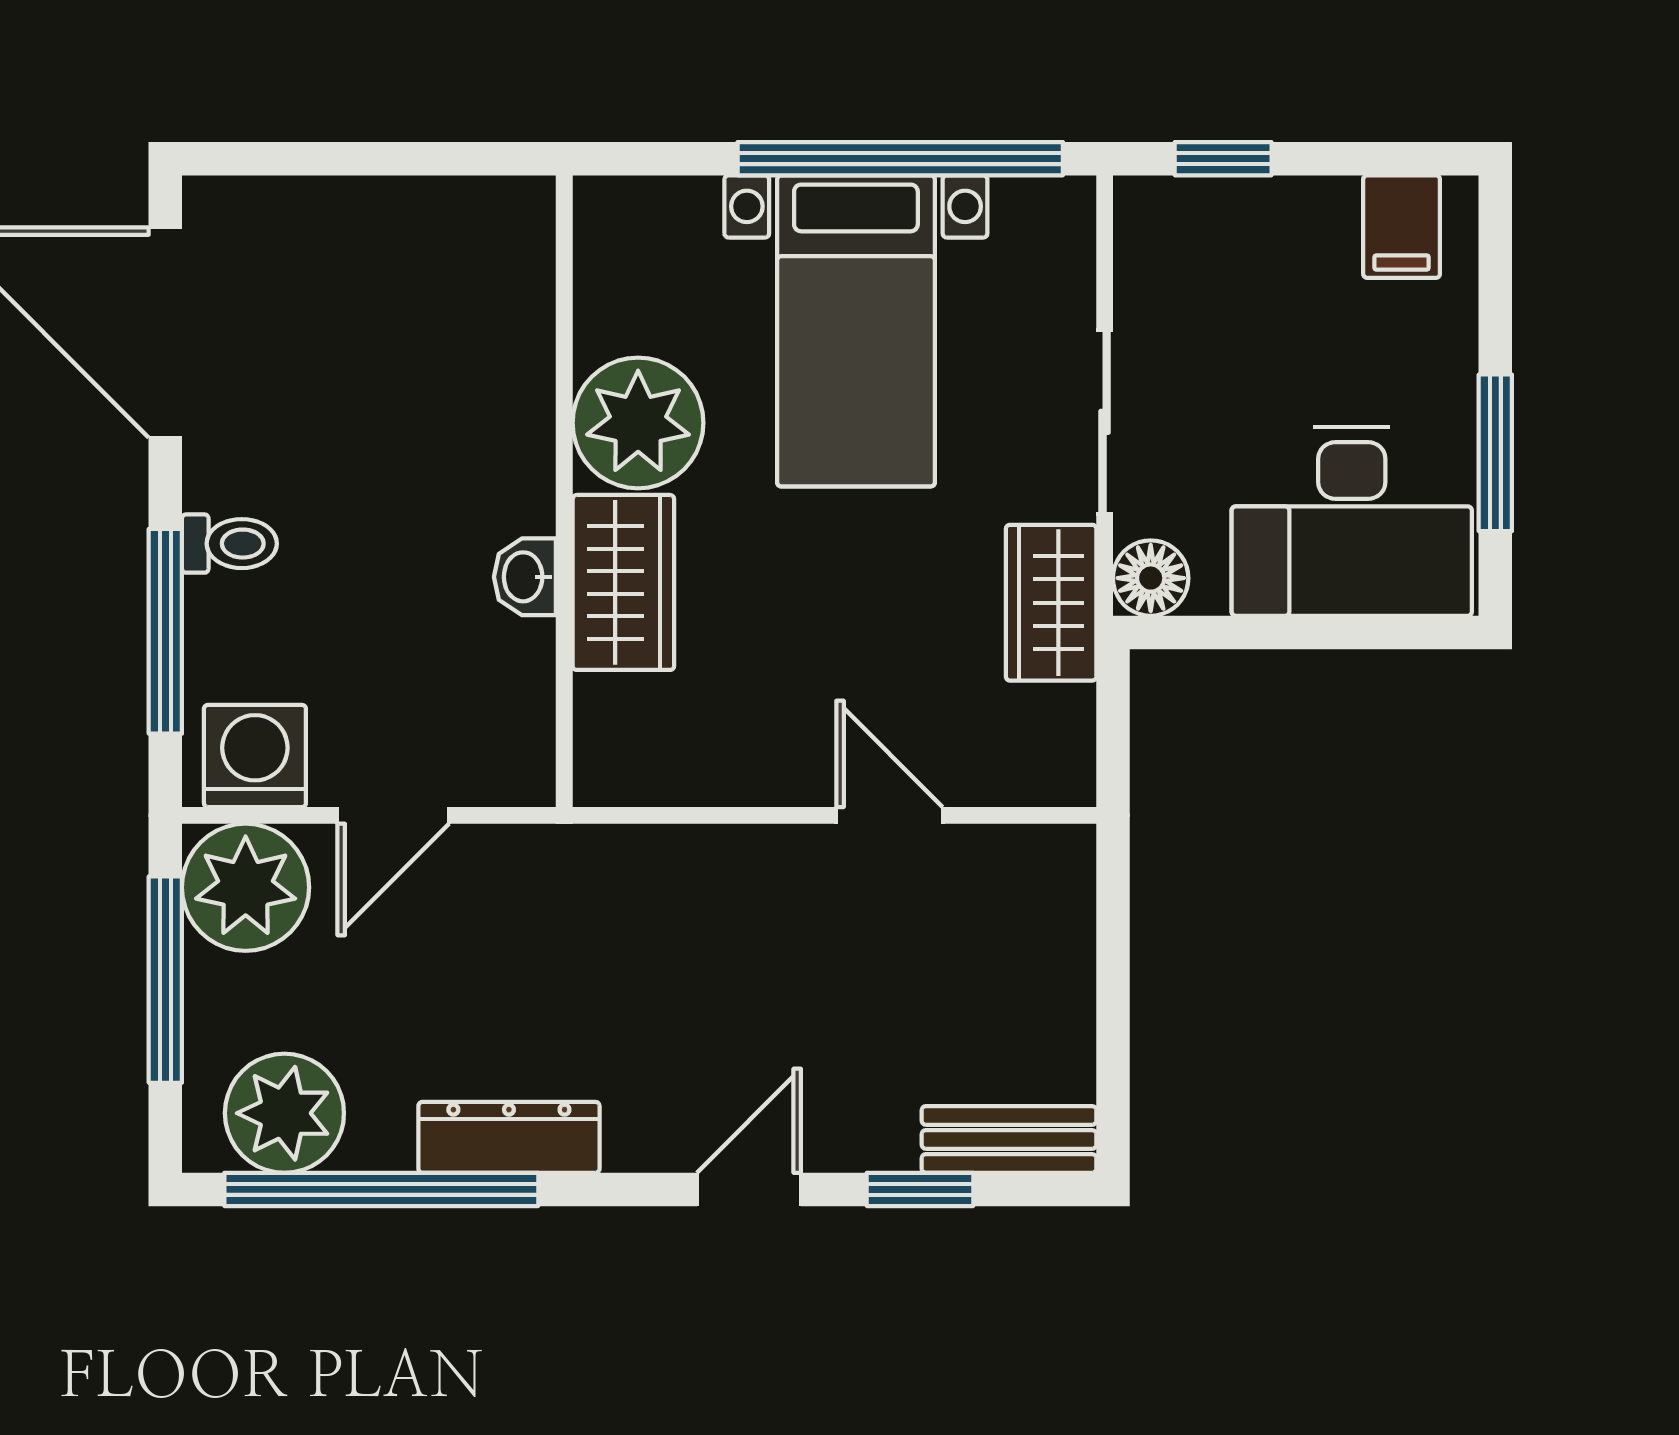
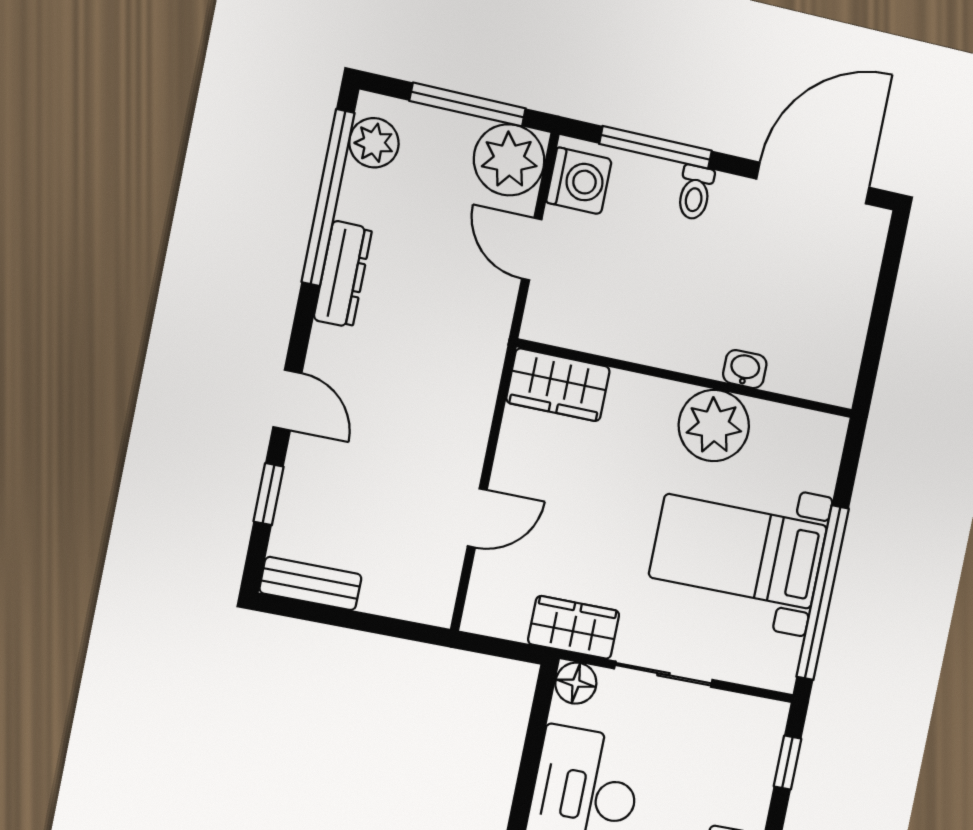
washbasin: (525, 577) -> (745, 369), moved
wardrobe: (623, 582) -> (558, 385), moved
plant: (284, 1113) -> (374, 143), width x0.73, depth x0.73
bench: (1009, 1139) -> (311, 584), moved, turned 90

